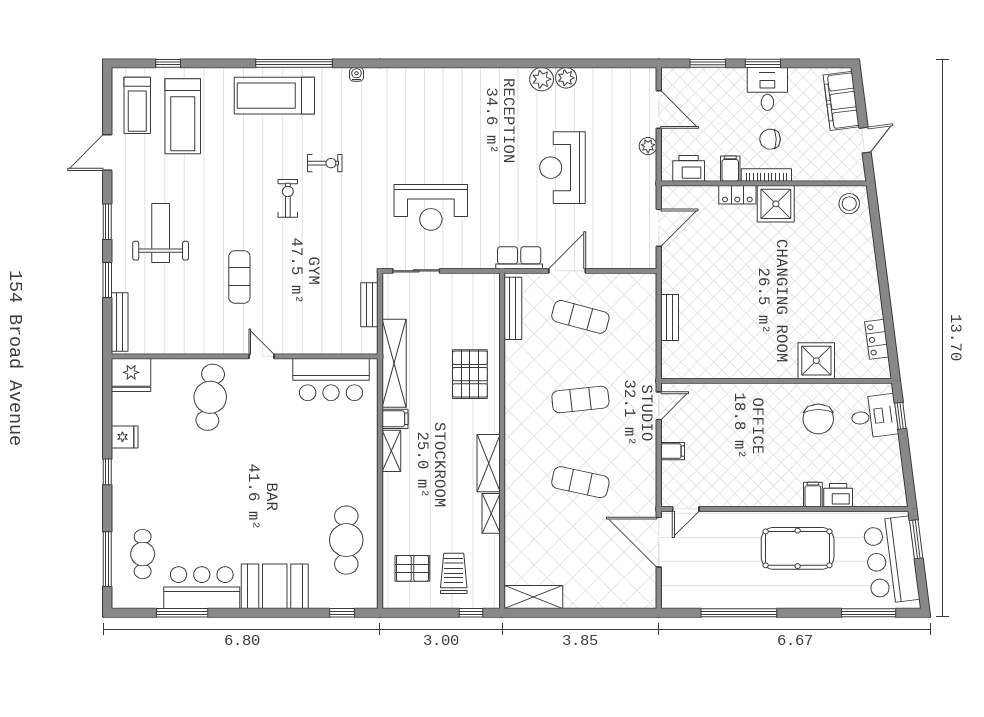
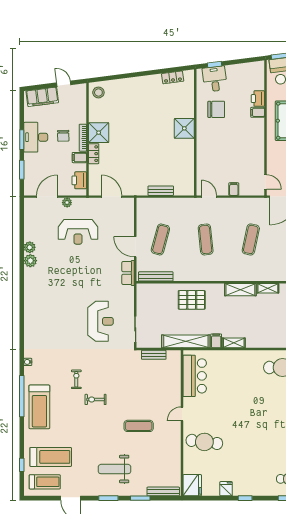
desk: (767, 89) -> (36, 137), width x1.37
reception desk: (562, 168) -> (78, 232), moved
shower: (816, 361) -> (184, 128), moved

